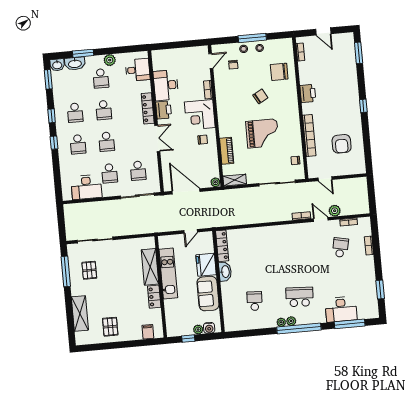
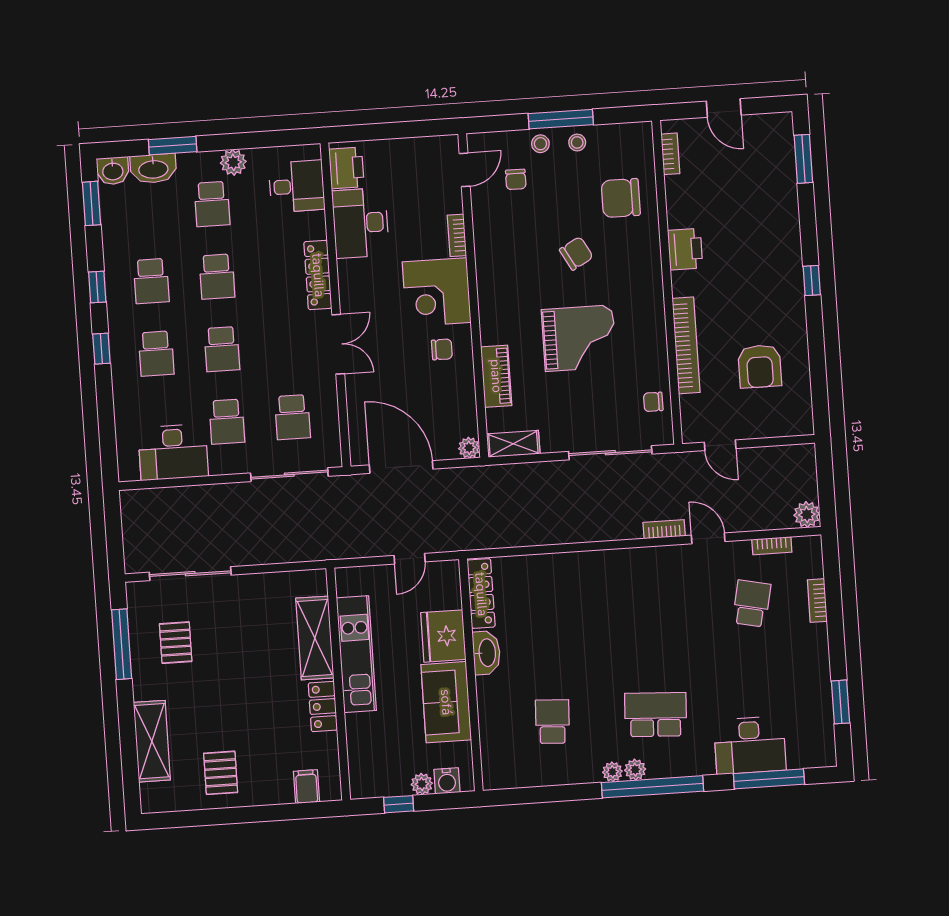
printer: (164, 110) -> (346, 168), moved
plant: (335, 211) -> (807, 515), moved

